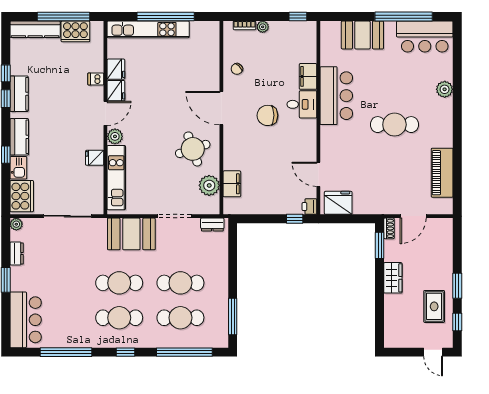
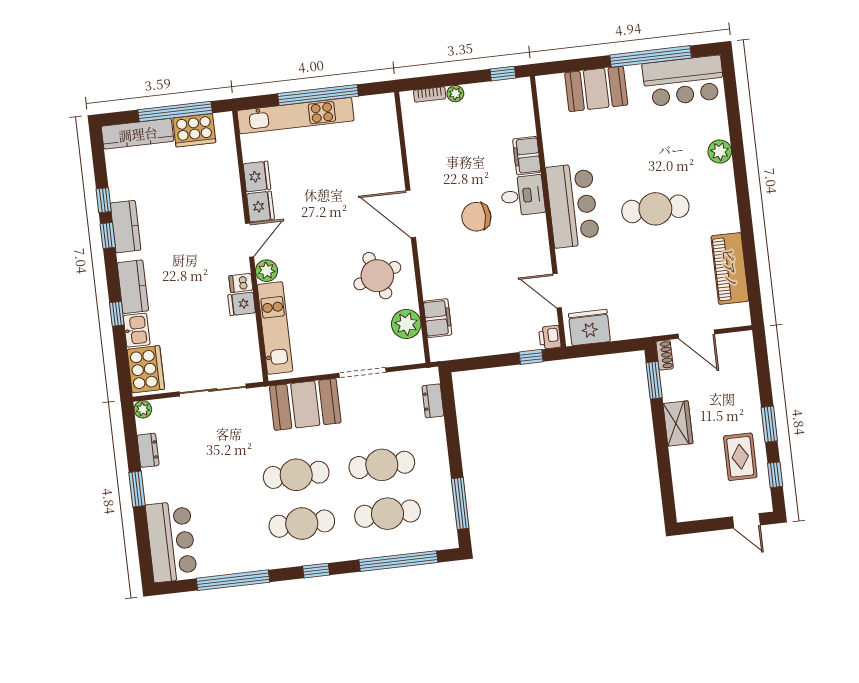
chair: (237, 69) -> (426, 157), removed
dishwasher: (96, 79) -> (241, 283), moved
bar counter: (336, 96) -> (573, 205), moved
door: (413, 216) -> (696, 334), hinge flipped
dresser: (212, 224) -> (433, 401), moved, turned 90

